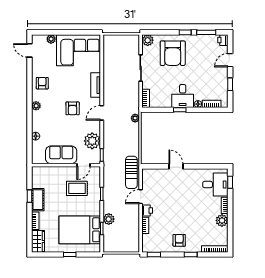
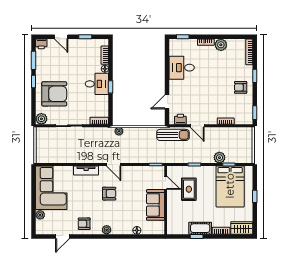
door: (30, 50) -> (63, 236), moved
plant: (92, 141) -> (142, 174), removed
door: (176, 166) -> (167, 102), moved
desk: (215, 184) -> (182, 68), moved, turned -90
printer: (147, 211) -> (180, 119), moved

